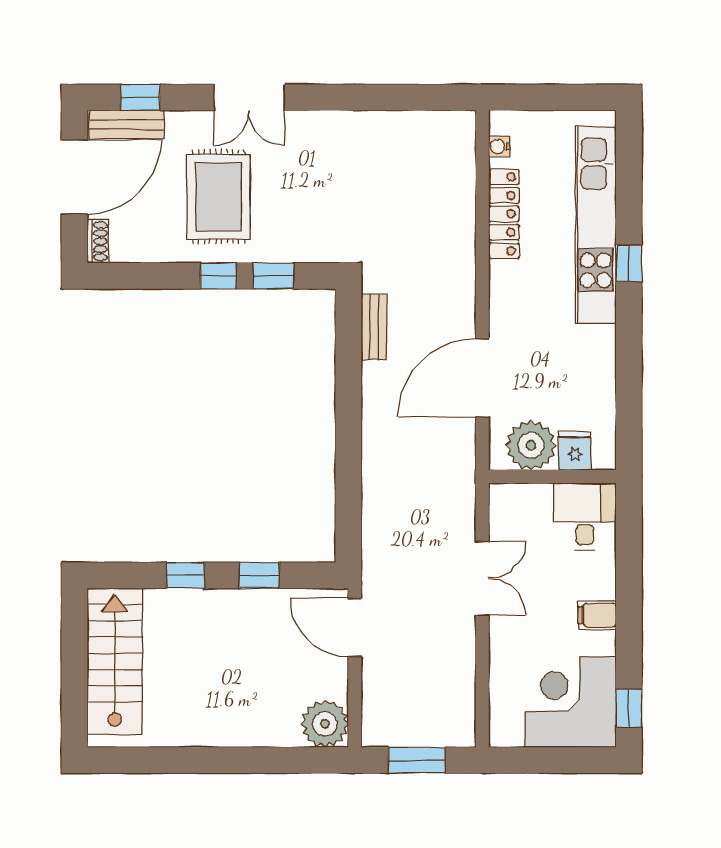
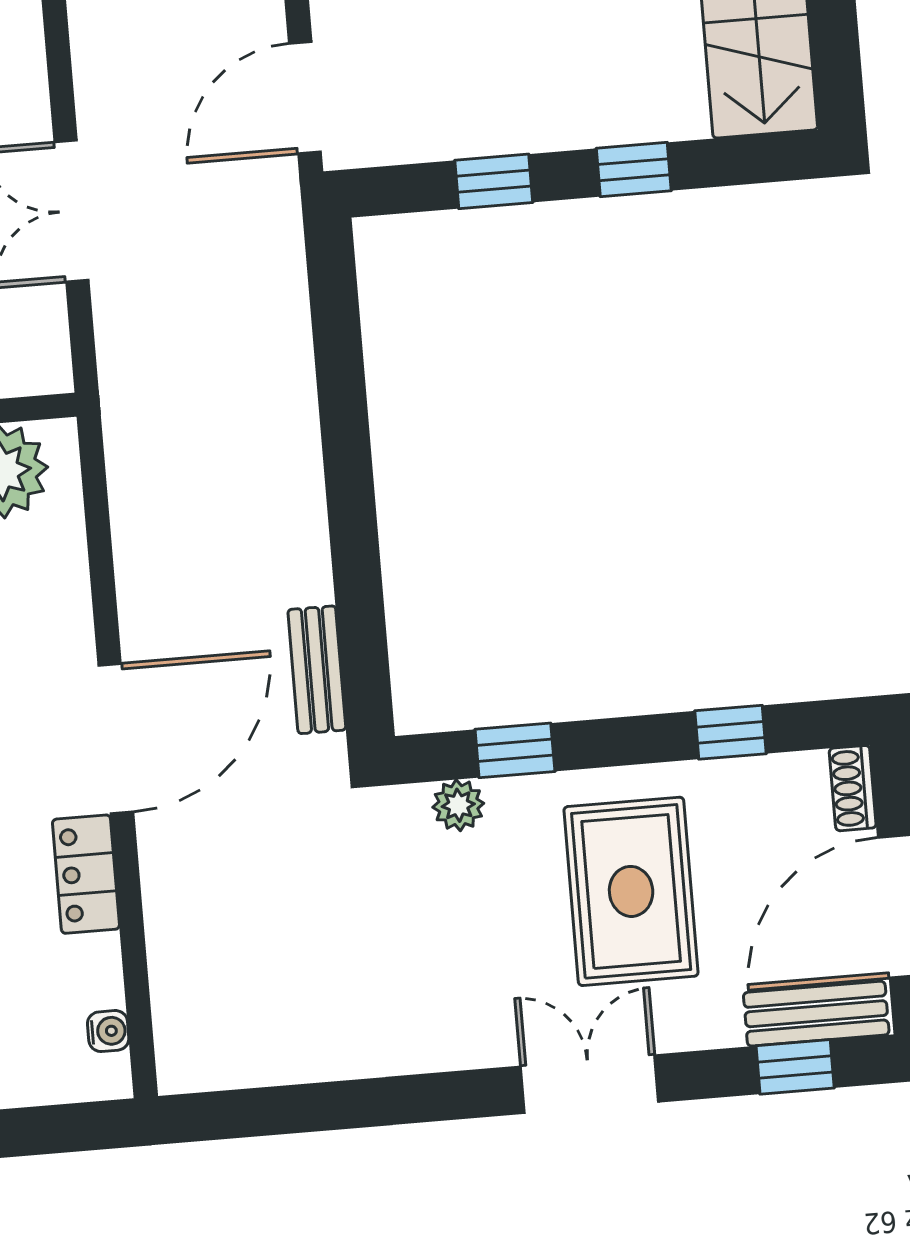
locker: (504, 214) -> (86, 874), width x0.66
plant: (306, 250) -> (458, 805), added
window: (218, 276) -> (731, 732), moved
door: (482, 378) -> (116, 739), moved
door: (355, 627) -> (305, 98), swing flipped

